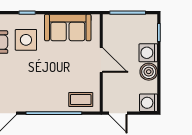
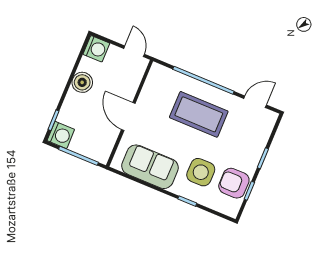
washing machine: (148, 53) -> (61, 135), moved
coffee table: (81, 100) -> (199, 114), moved, width x1.86, depth x1.72

